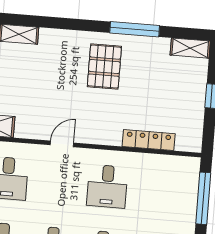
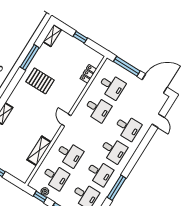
locker: (149, 140) -> (88, 74), width x0.66
desk: (157, 190) -> (112, 86), added

